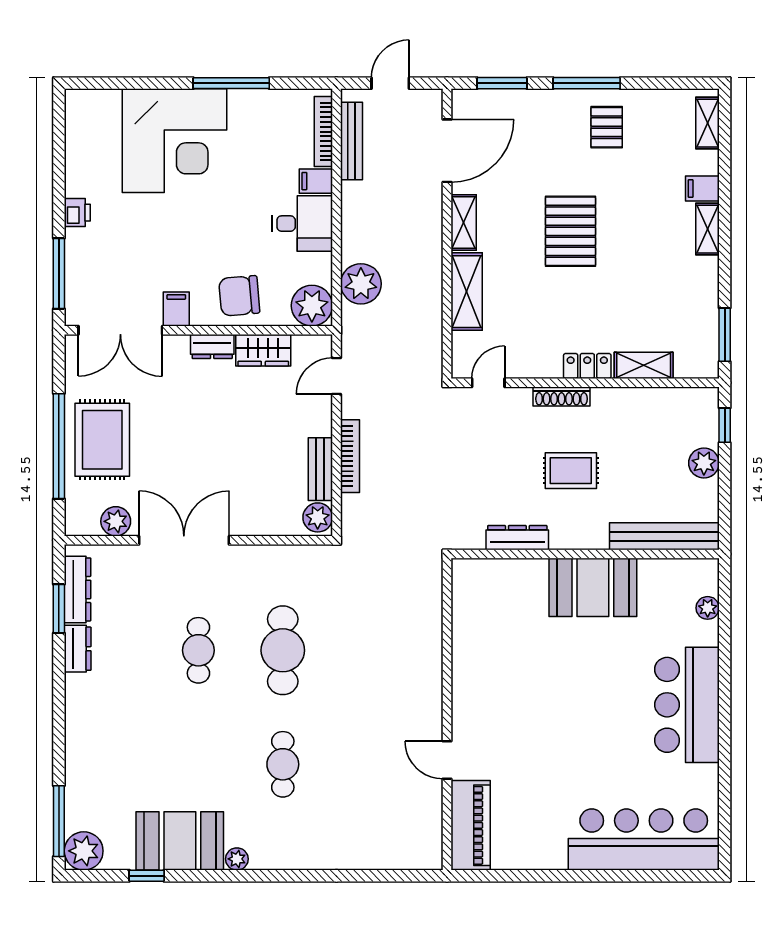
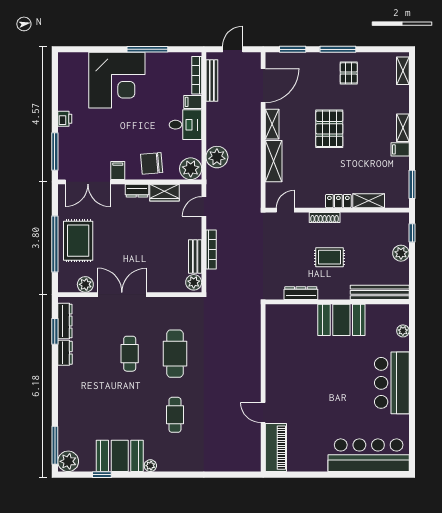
filing cabinet: (702, 188) -> (400, 149), moved

